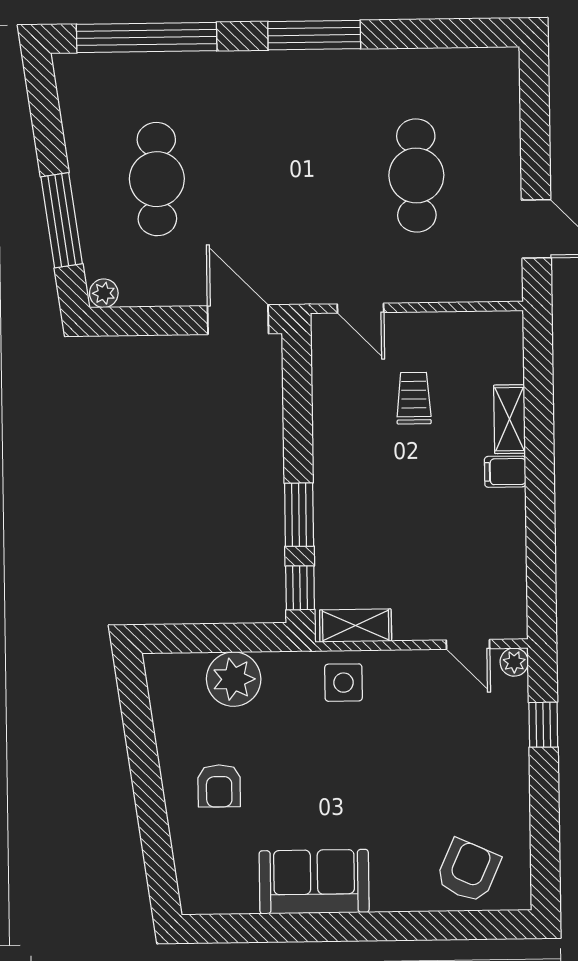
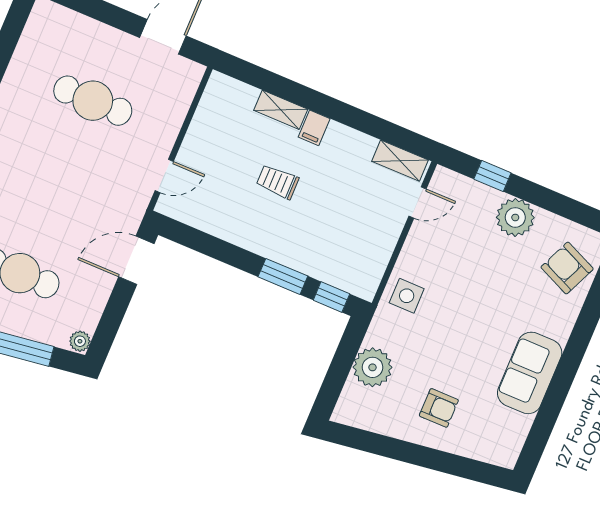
trolley: (414, 398) -> (278, 182), moved
shelving: (356, 626) -> (400, 161), moved, turned 90
plant: (514, 662) -> (515, 217), moved, width x1.88, depth x1.88

